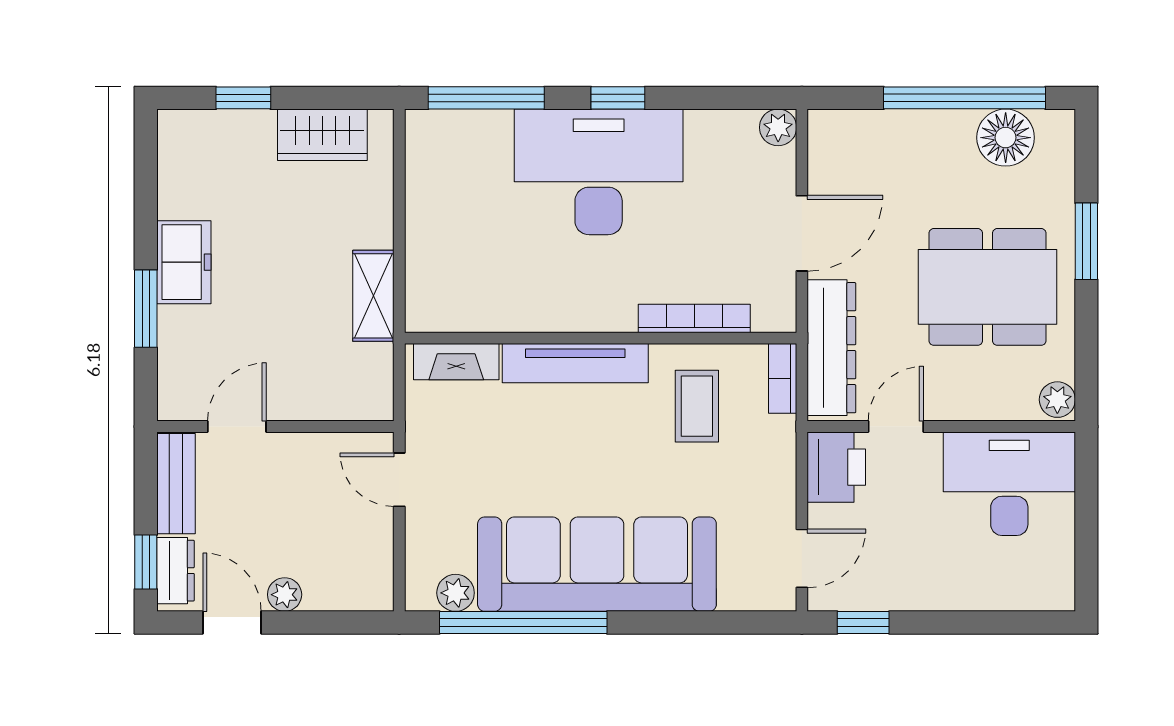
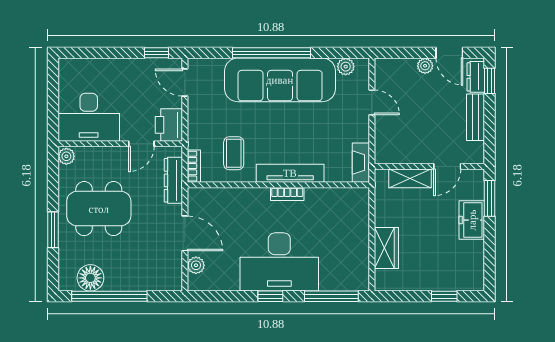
plant: (778, 127) -> (196, 265), moved
wardrobe: (322, 135) -> (386, 248), moved, turned 90
door: (802, 233) -> (185, 233), swing flipped
shelving: (373, 296) -> (410, 178), moved, turned 90
bookcase: (694, 318) -> (287, 194), moved, width x0.64
dresser: (831, 348) -> (173, 180), width x0.73, depth x0.80
fireplace: (456, 362) -> (361, 163), moved, turned -90
door: (237, 427) -> (447, 166), moved
wall: (275, 427) -> (429, 166), moved
door: (399, 480) -> (372, 102), moved
door: (802, 558) -> (185, 83), hinge flipped
window: (523, 623) -> (271, 53), moved

